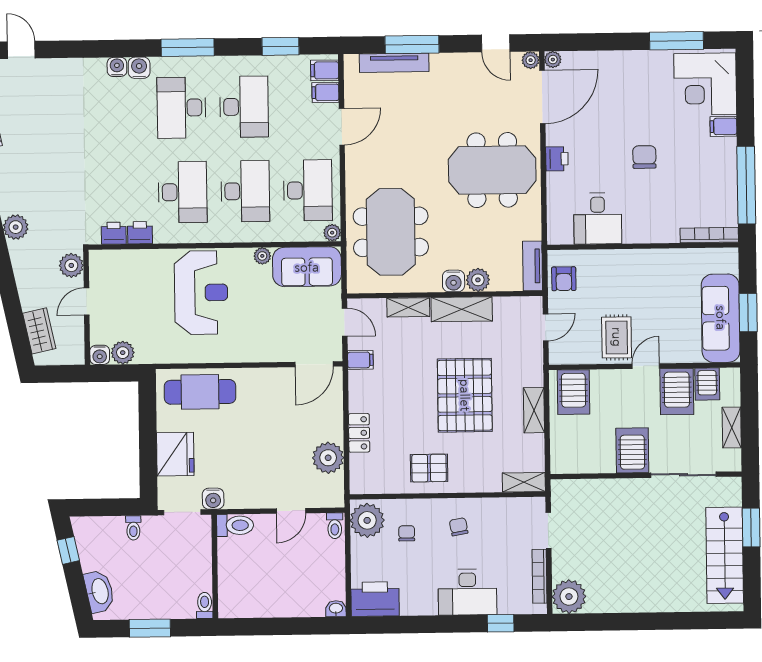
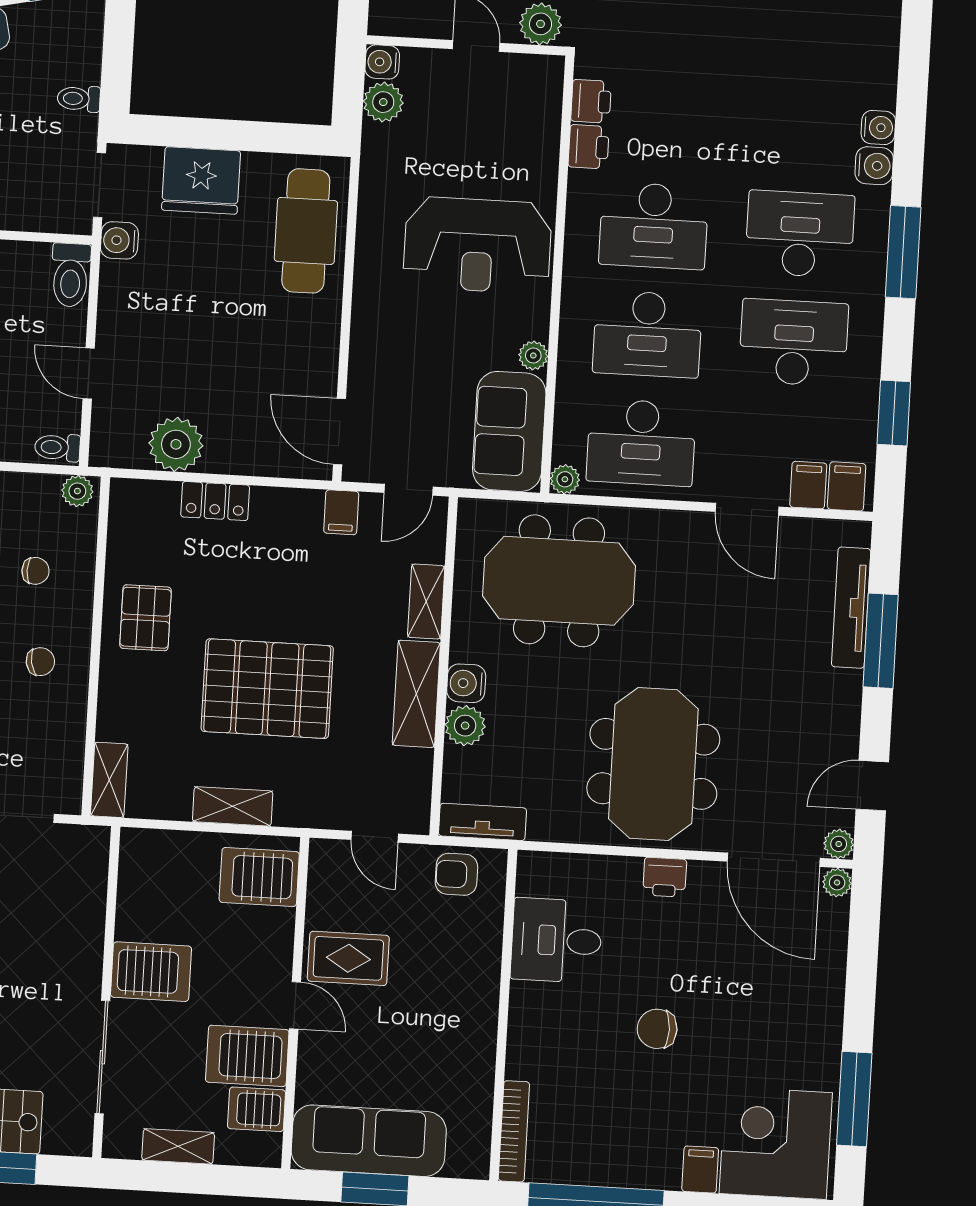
desk: (244, 107) -> (794, 342), turned 180
chair: (644, 157) -> (657, 1029), turned 180
plant: (367, 520) -> (77, 491), width x0.53, depth x0.53

